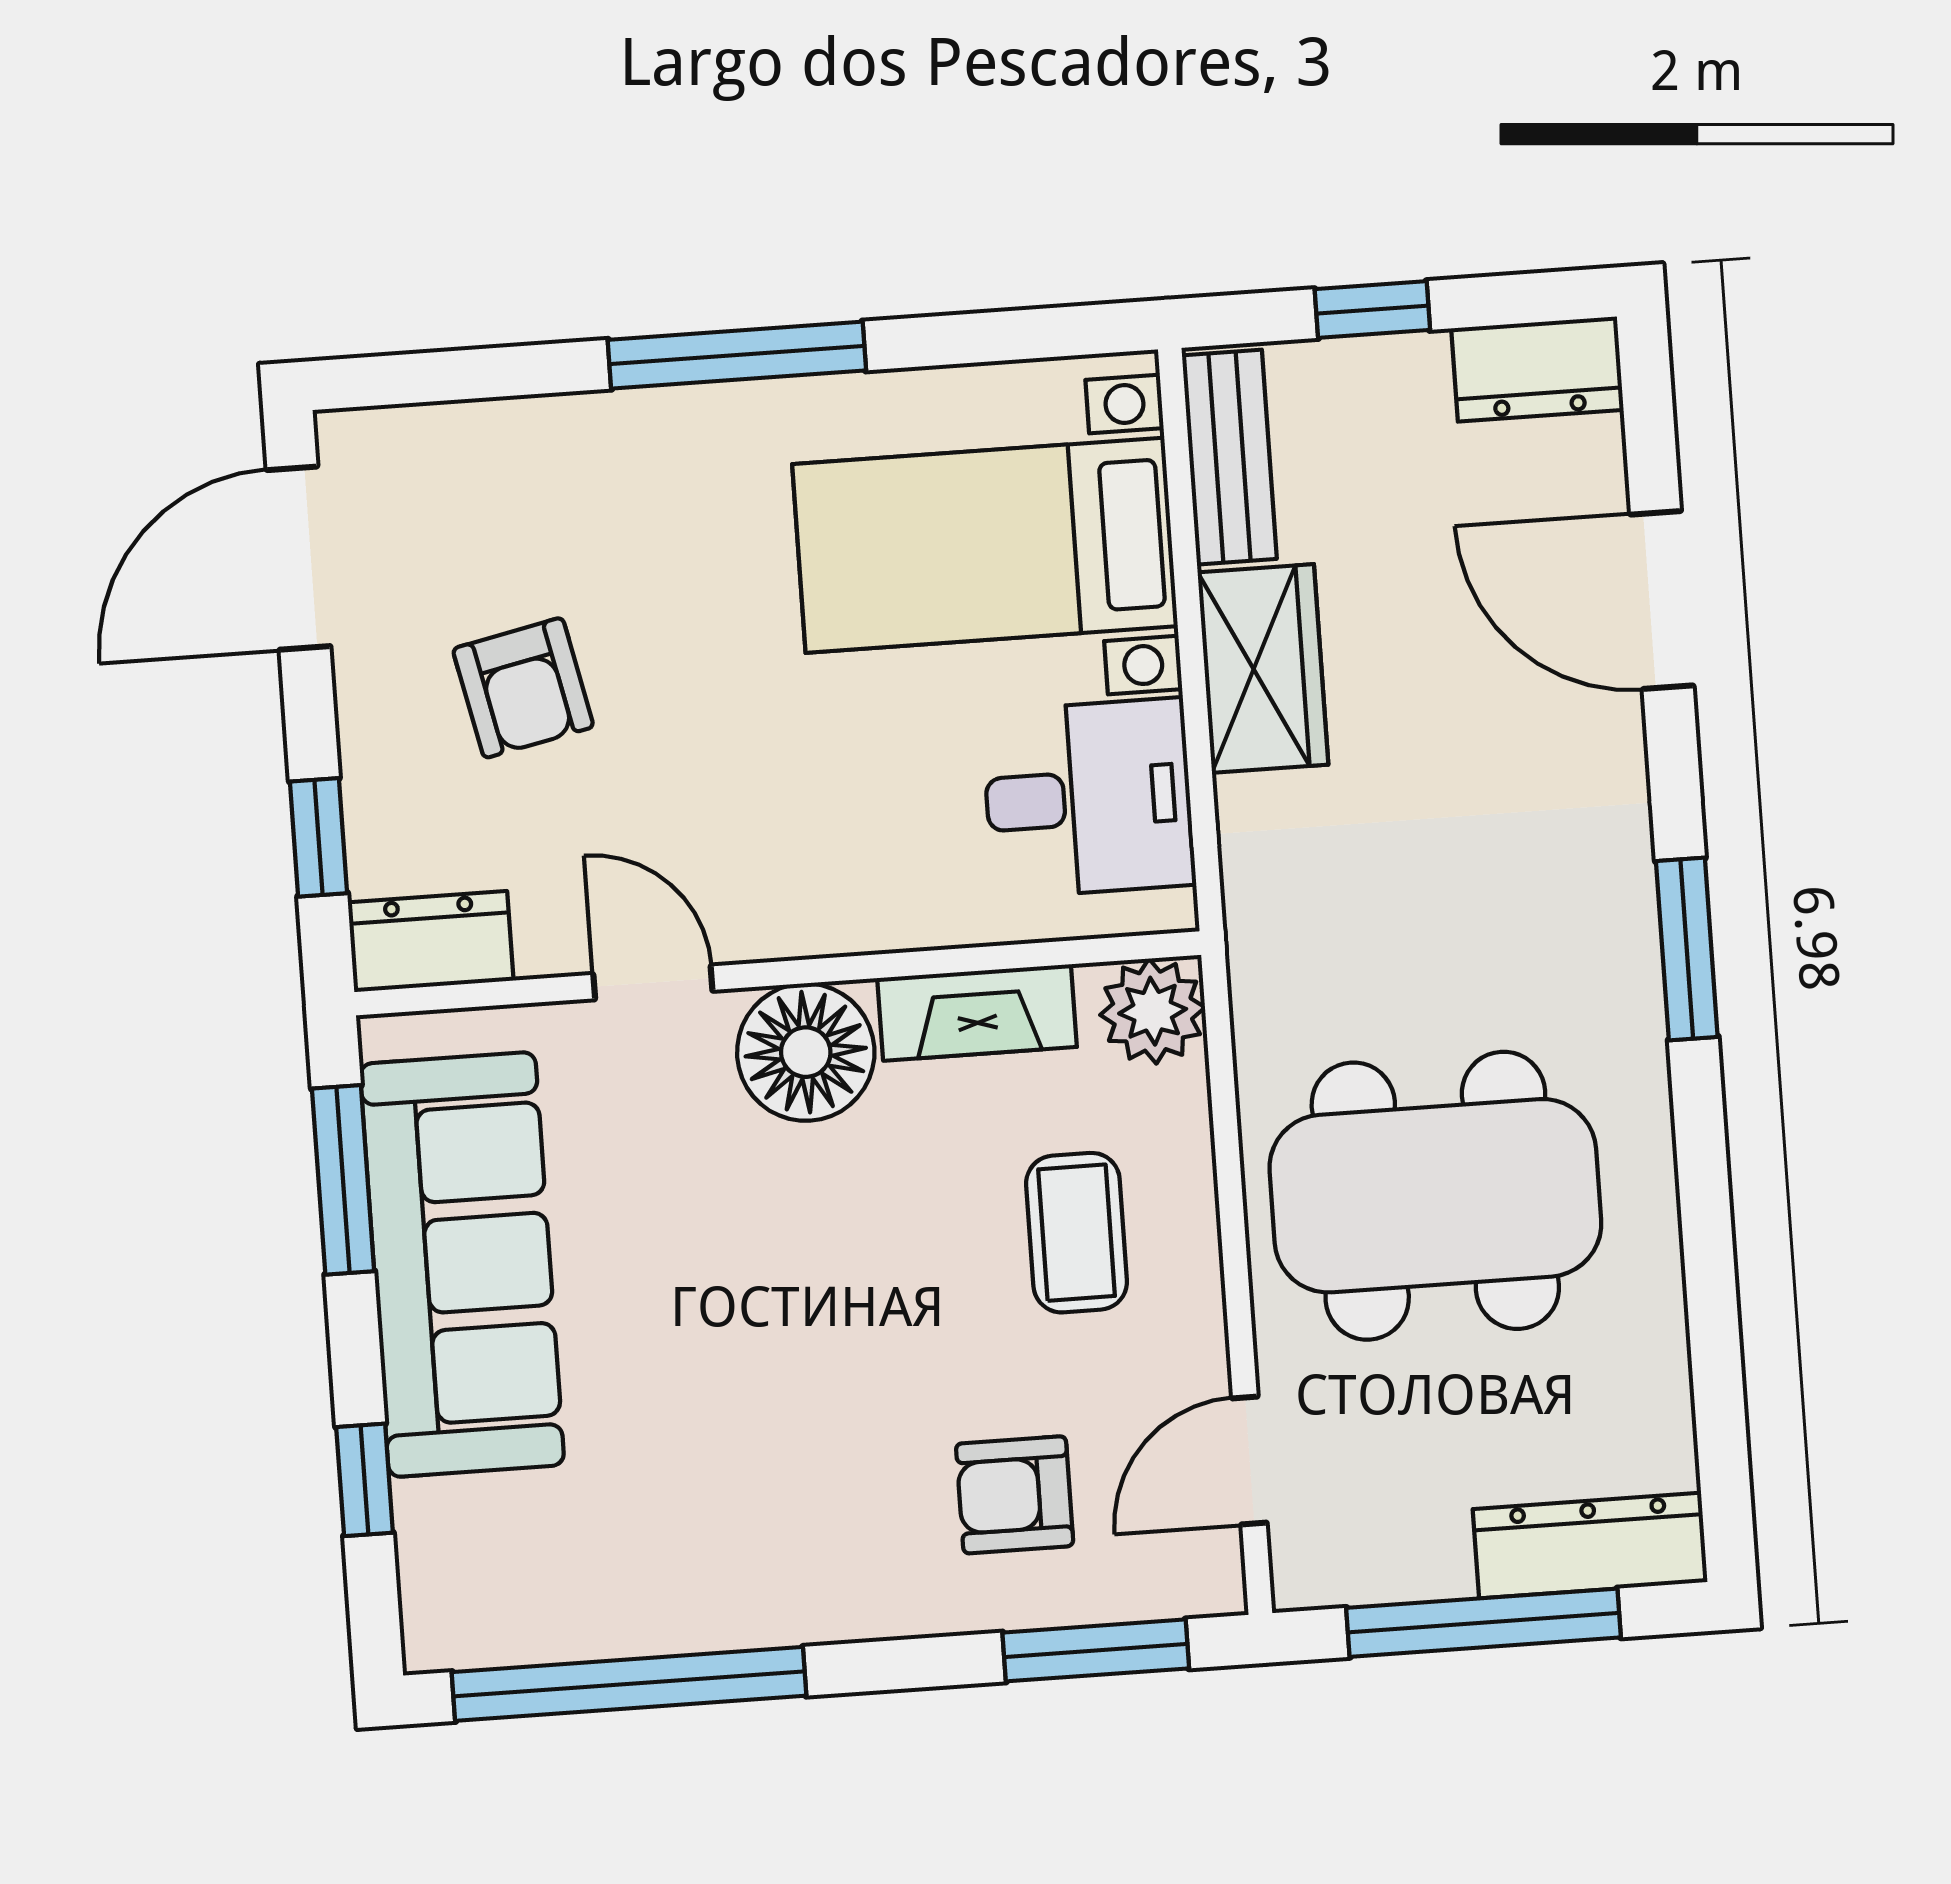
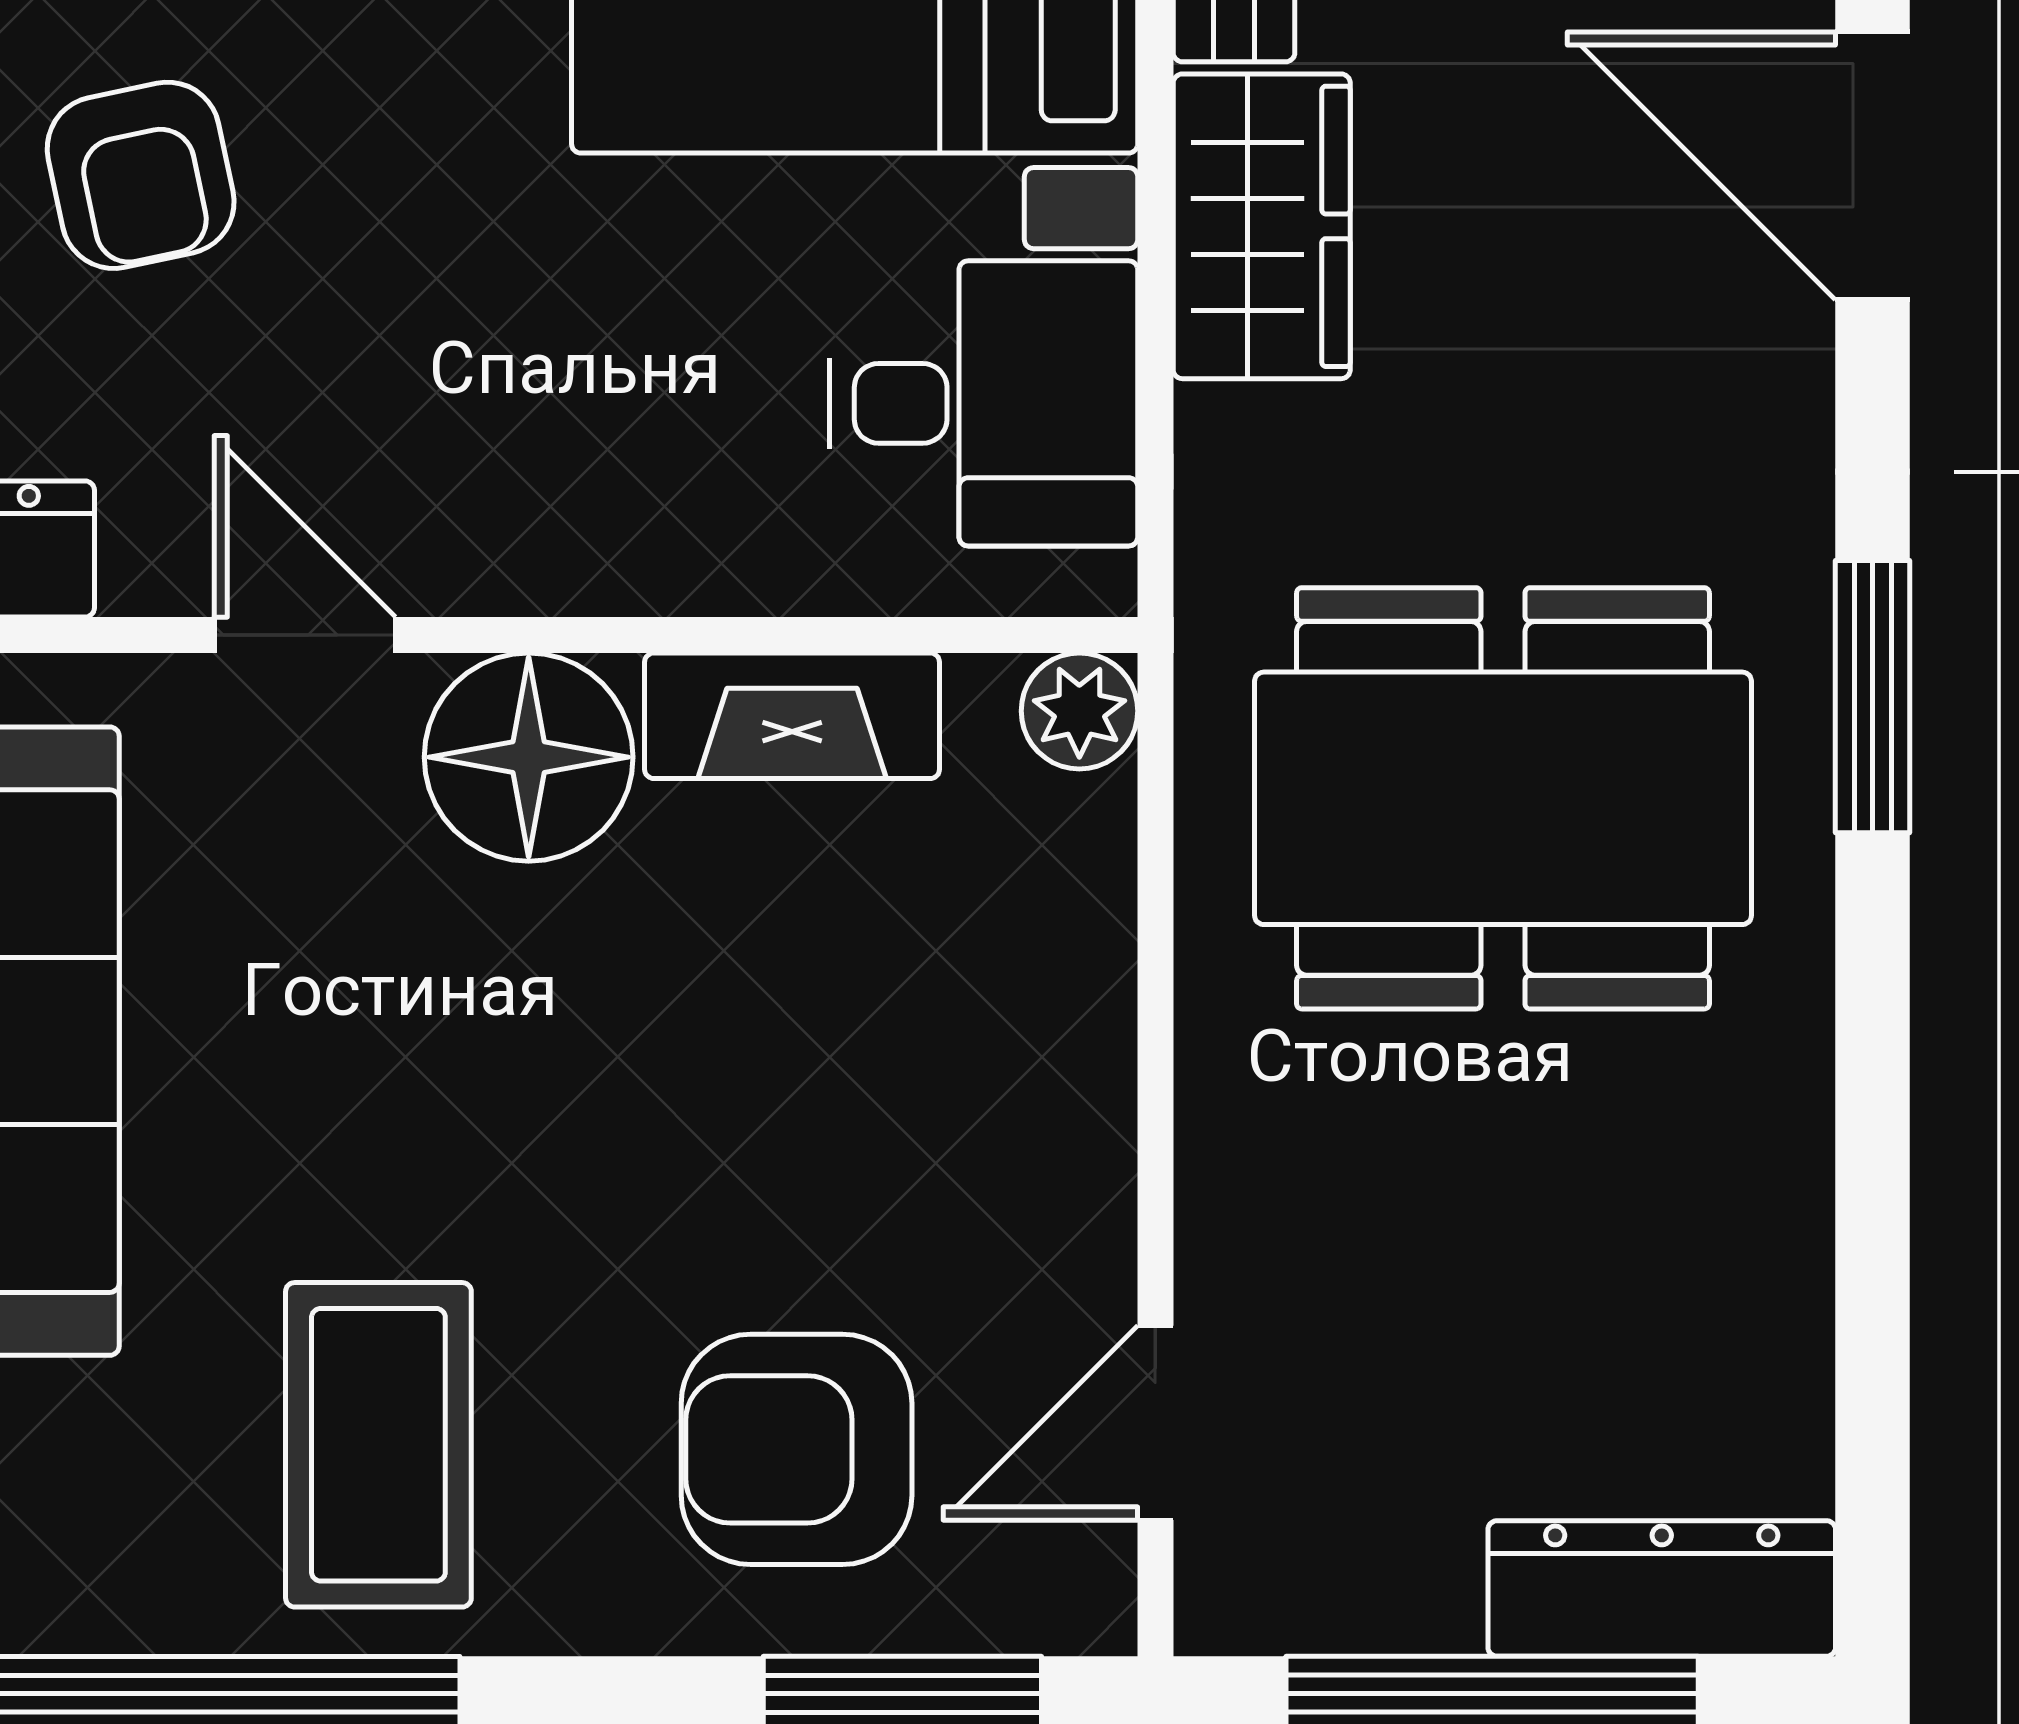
plant: (1153, 1011) -> (1079, 711), width x0.73, depth x0.73
dining table: (1435, 1196) -> (1503, 798), moved
coffee table: (1077, 1233) -> (378, 1445), moved, width x1.36, depth x1.30
armchair: (1015, 1495) -> (797, 1449), width x1.38, depth x1.38

